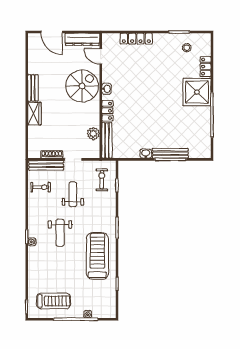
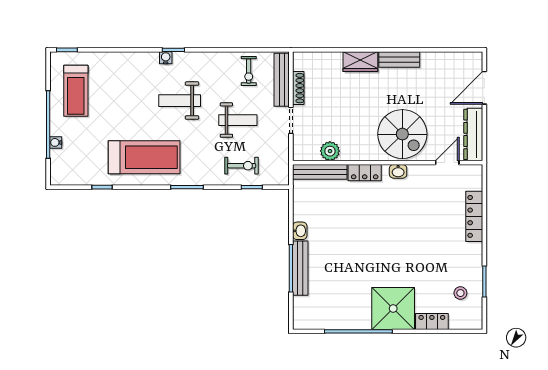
exercise bike: (102, 180) -> (242, 166), moved

